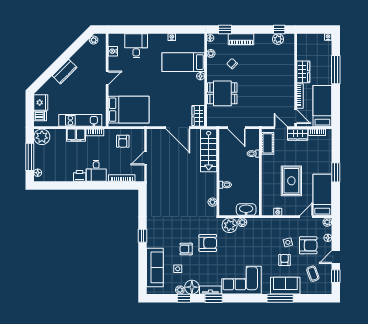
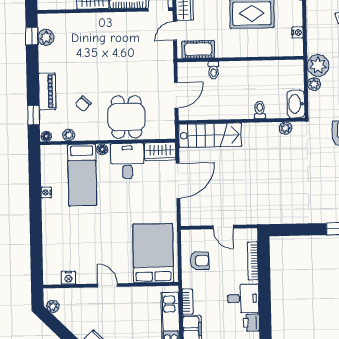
desk: (136, 46) -> (127, 161), moved, turned 90
washbasin: (246, 210) -> (296, 104), moved
plant: (230, 225) -> (318, 65), moved

